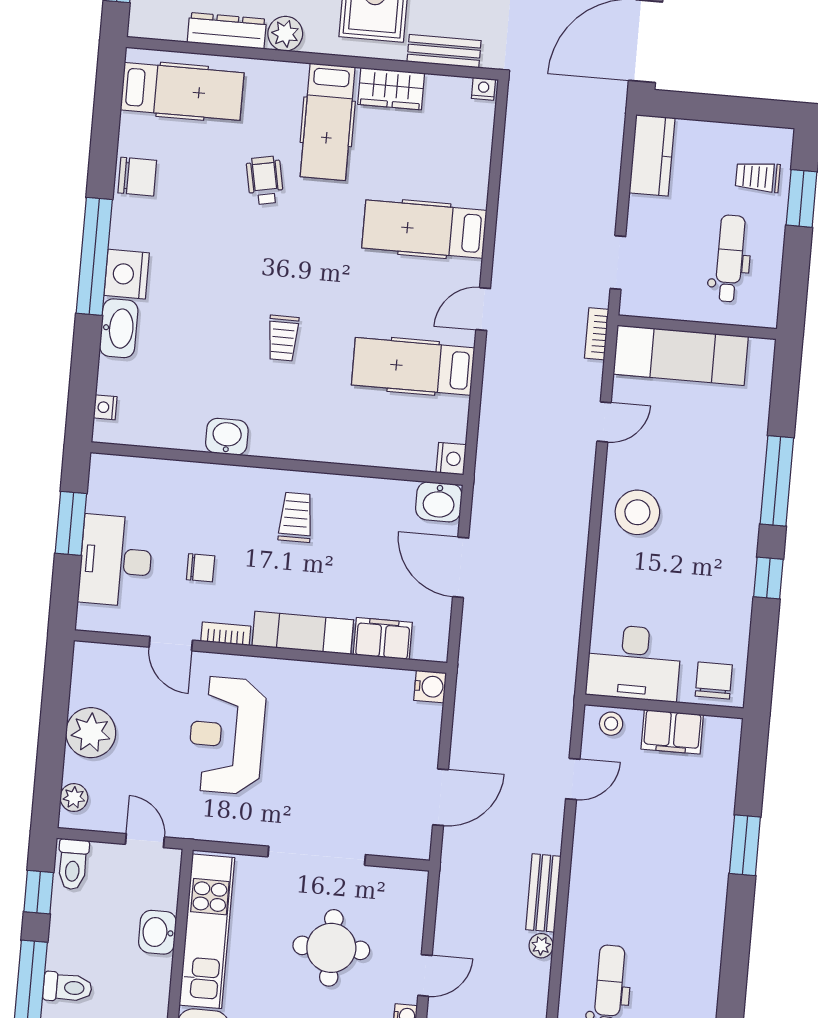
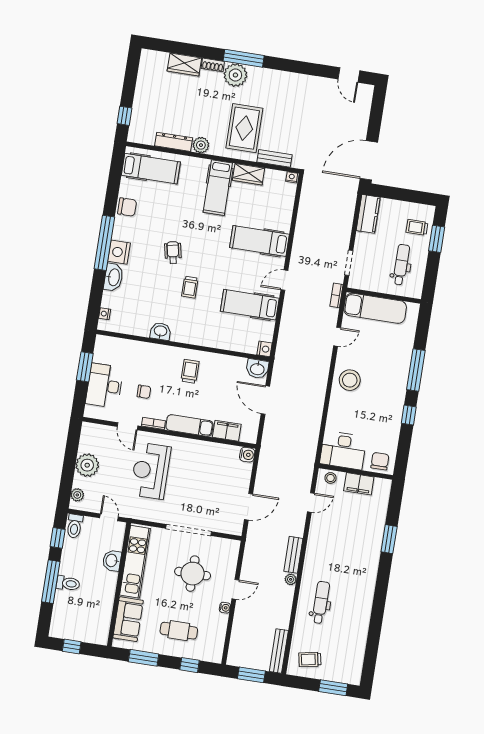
wheelchair: (265, 180) -> (173, 253), moved

